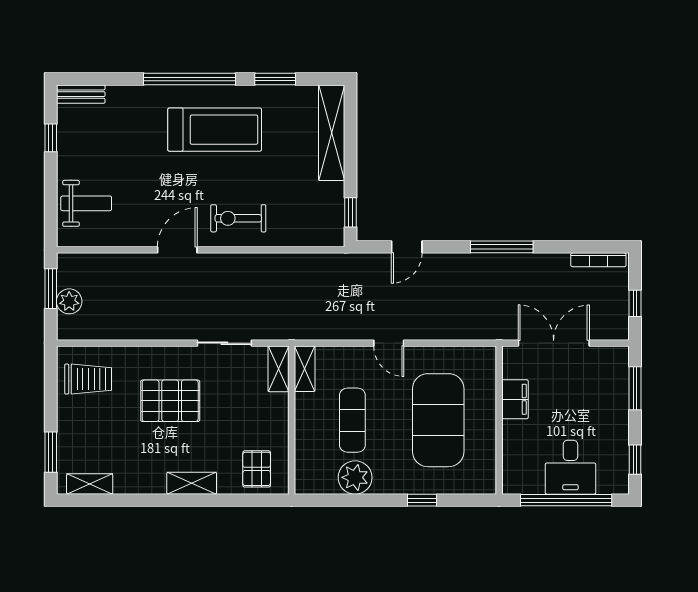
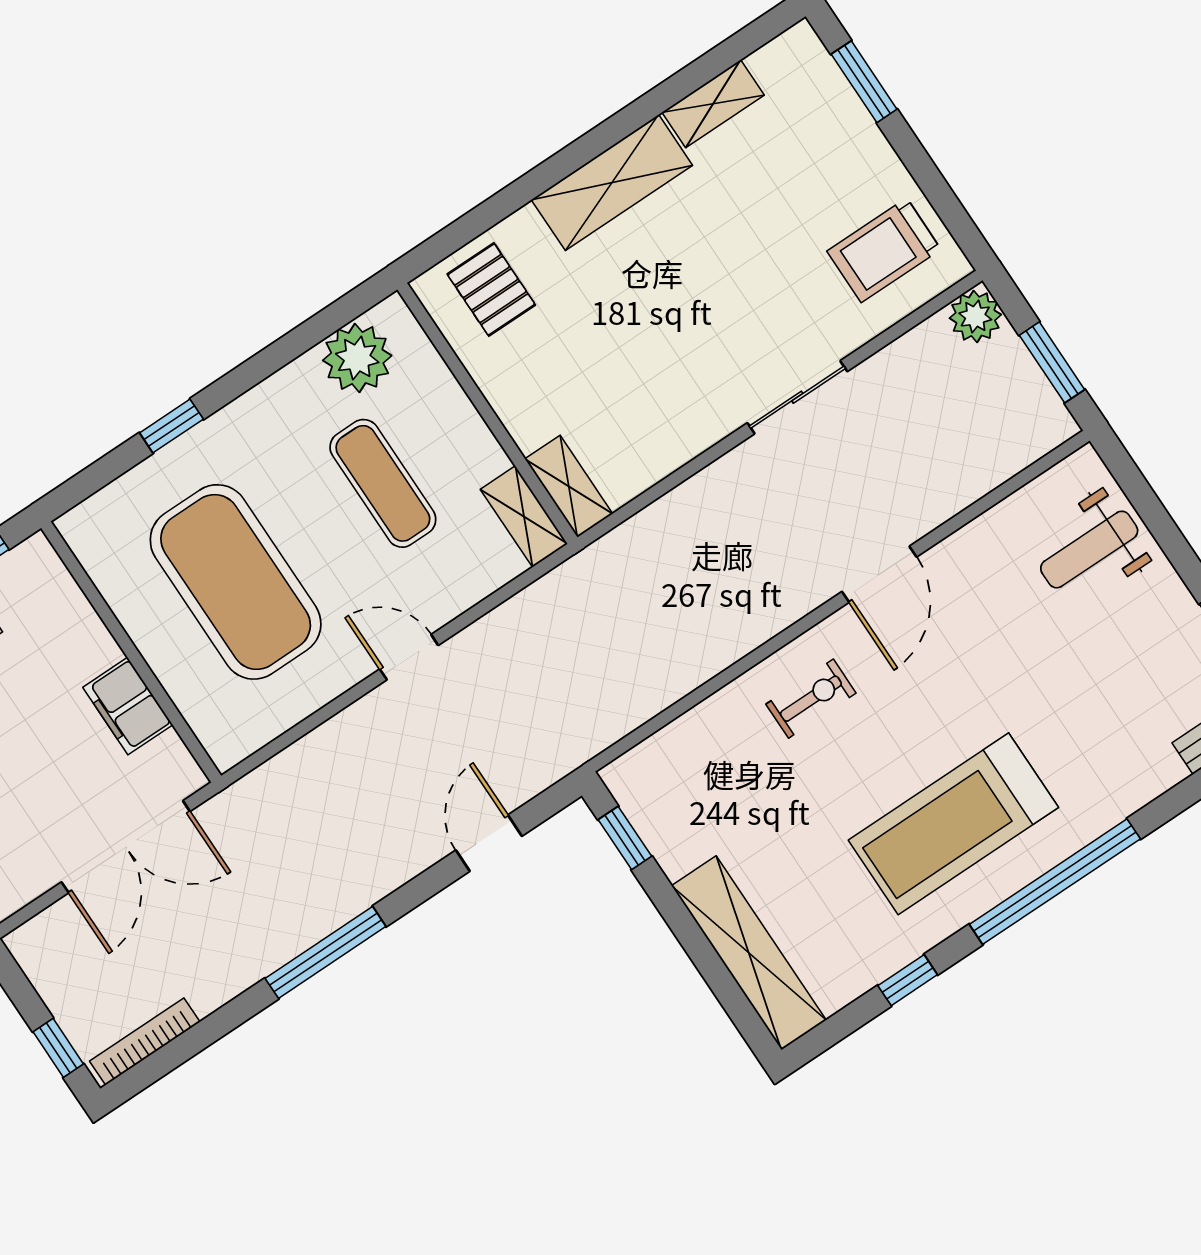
window: (275, 79) -> (908, 980), width x0.67
exercise bike: (238, 218) -> (811, 699), width x0.73, depth x0.72
plant: (69, 301) -> (975, 316), moved
window: (635, 303) -> (58, 1048), moved
sliding door: (224, 343) -> (797, 397), moved
pallet: (170, 401) -> (718, 307), removed
plant: (355, 477) -> (357, 358), moved
shelving: (192, 483) -> (612, 183), width x1.50, depth x1.33
shelving: (90, 484) -> (713, 104), moved

